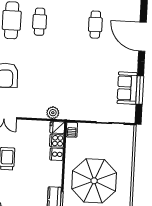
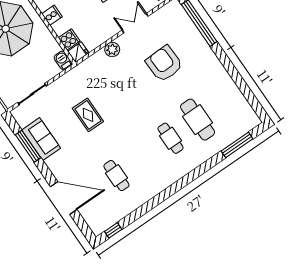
rug: (83, 80) -> (88, 115), added
plant: (53, 113) -> (112, 49), moved
cooker: (56, 154) -> (52, 15), moved

